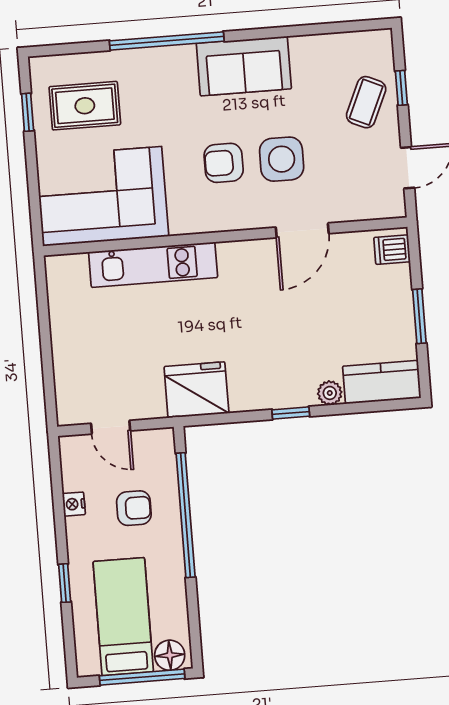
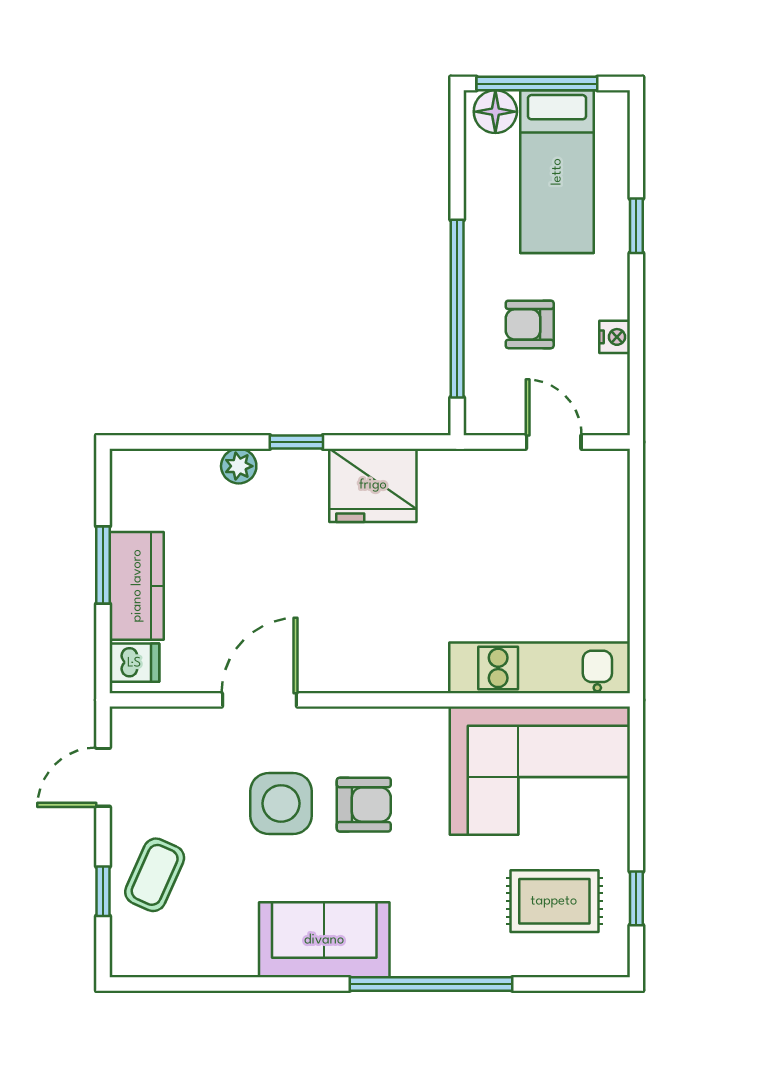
kitchen unit: (153, 265) -> (540, 668), moved
kitchen counter: (382, 382) -> (137, 586), moved, turned -90
fridge: (196, 390) -> (373, 485), moved

